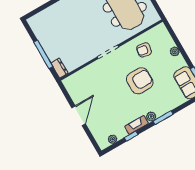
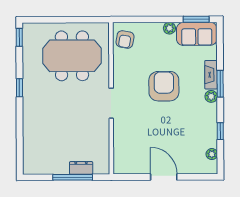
armchair: (144, 50) -> (125, 39), moved
plant: (175, 51) -> (169, 28), moved
dresser: (59, 68) -> (81, 168), moved
fireplace: (137, 125) -> (211, 75), moved

